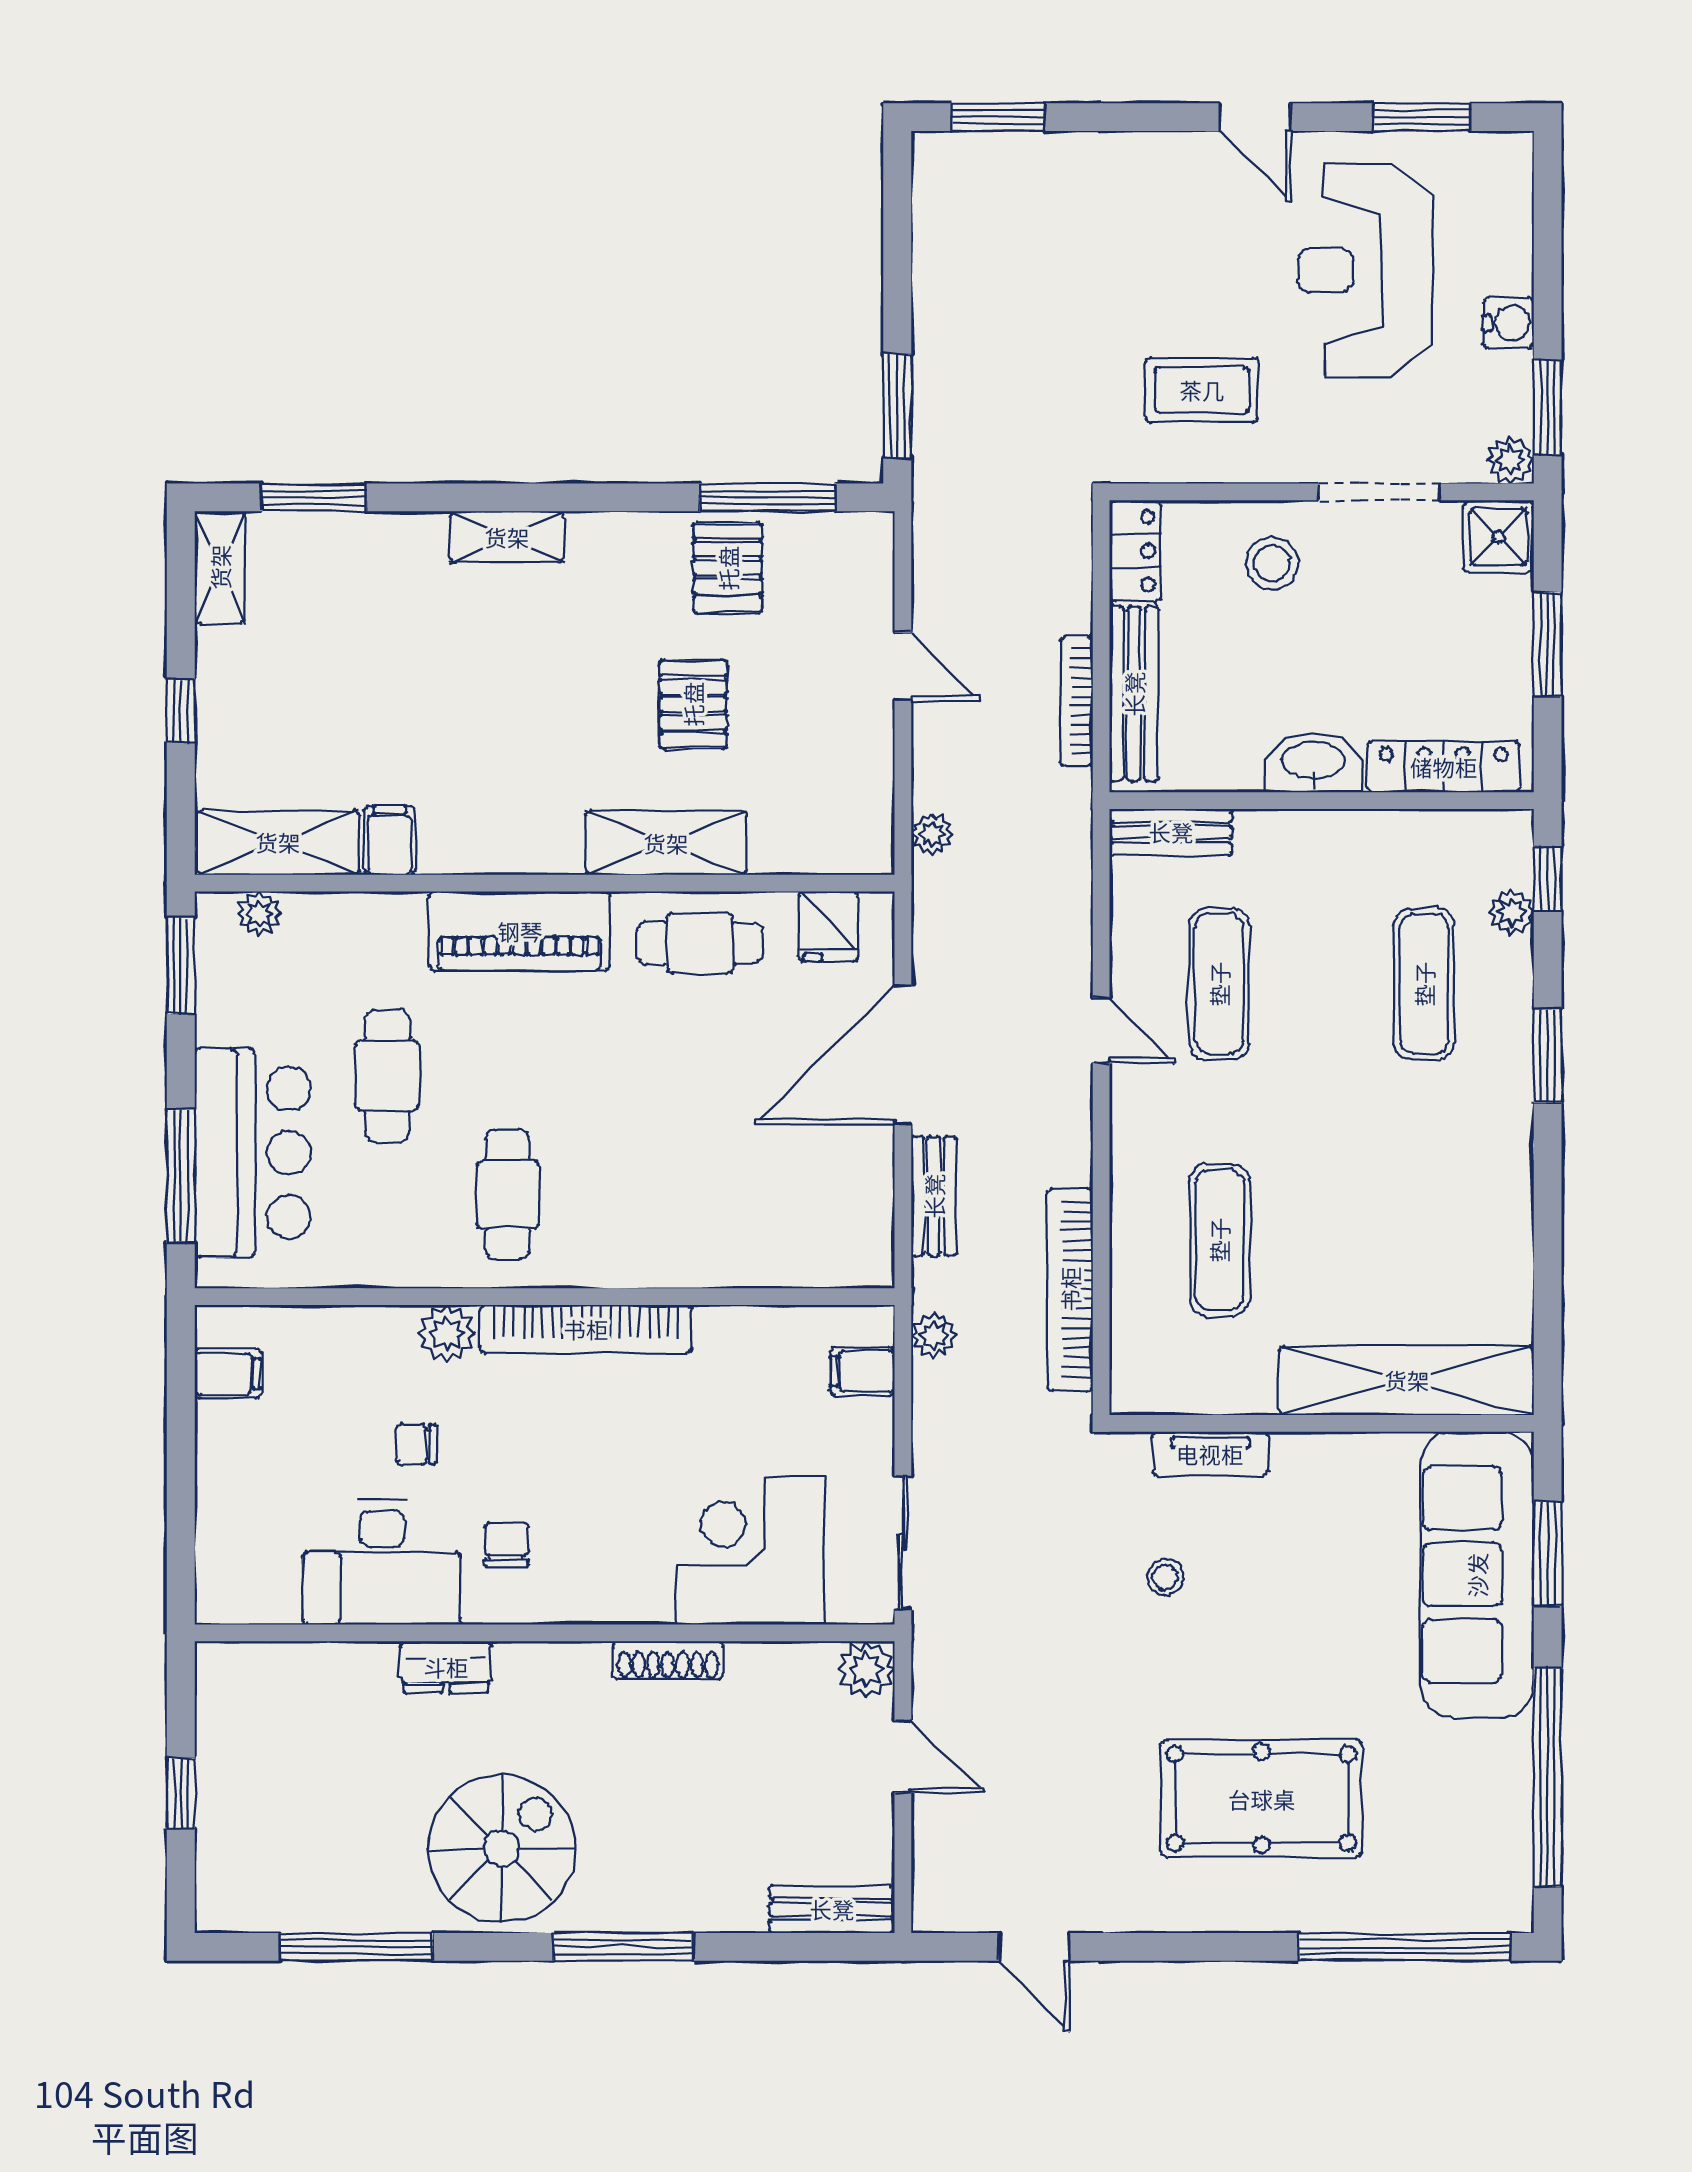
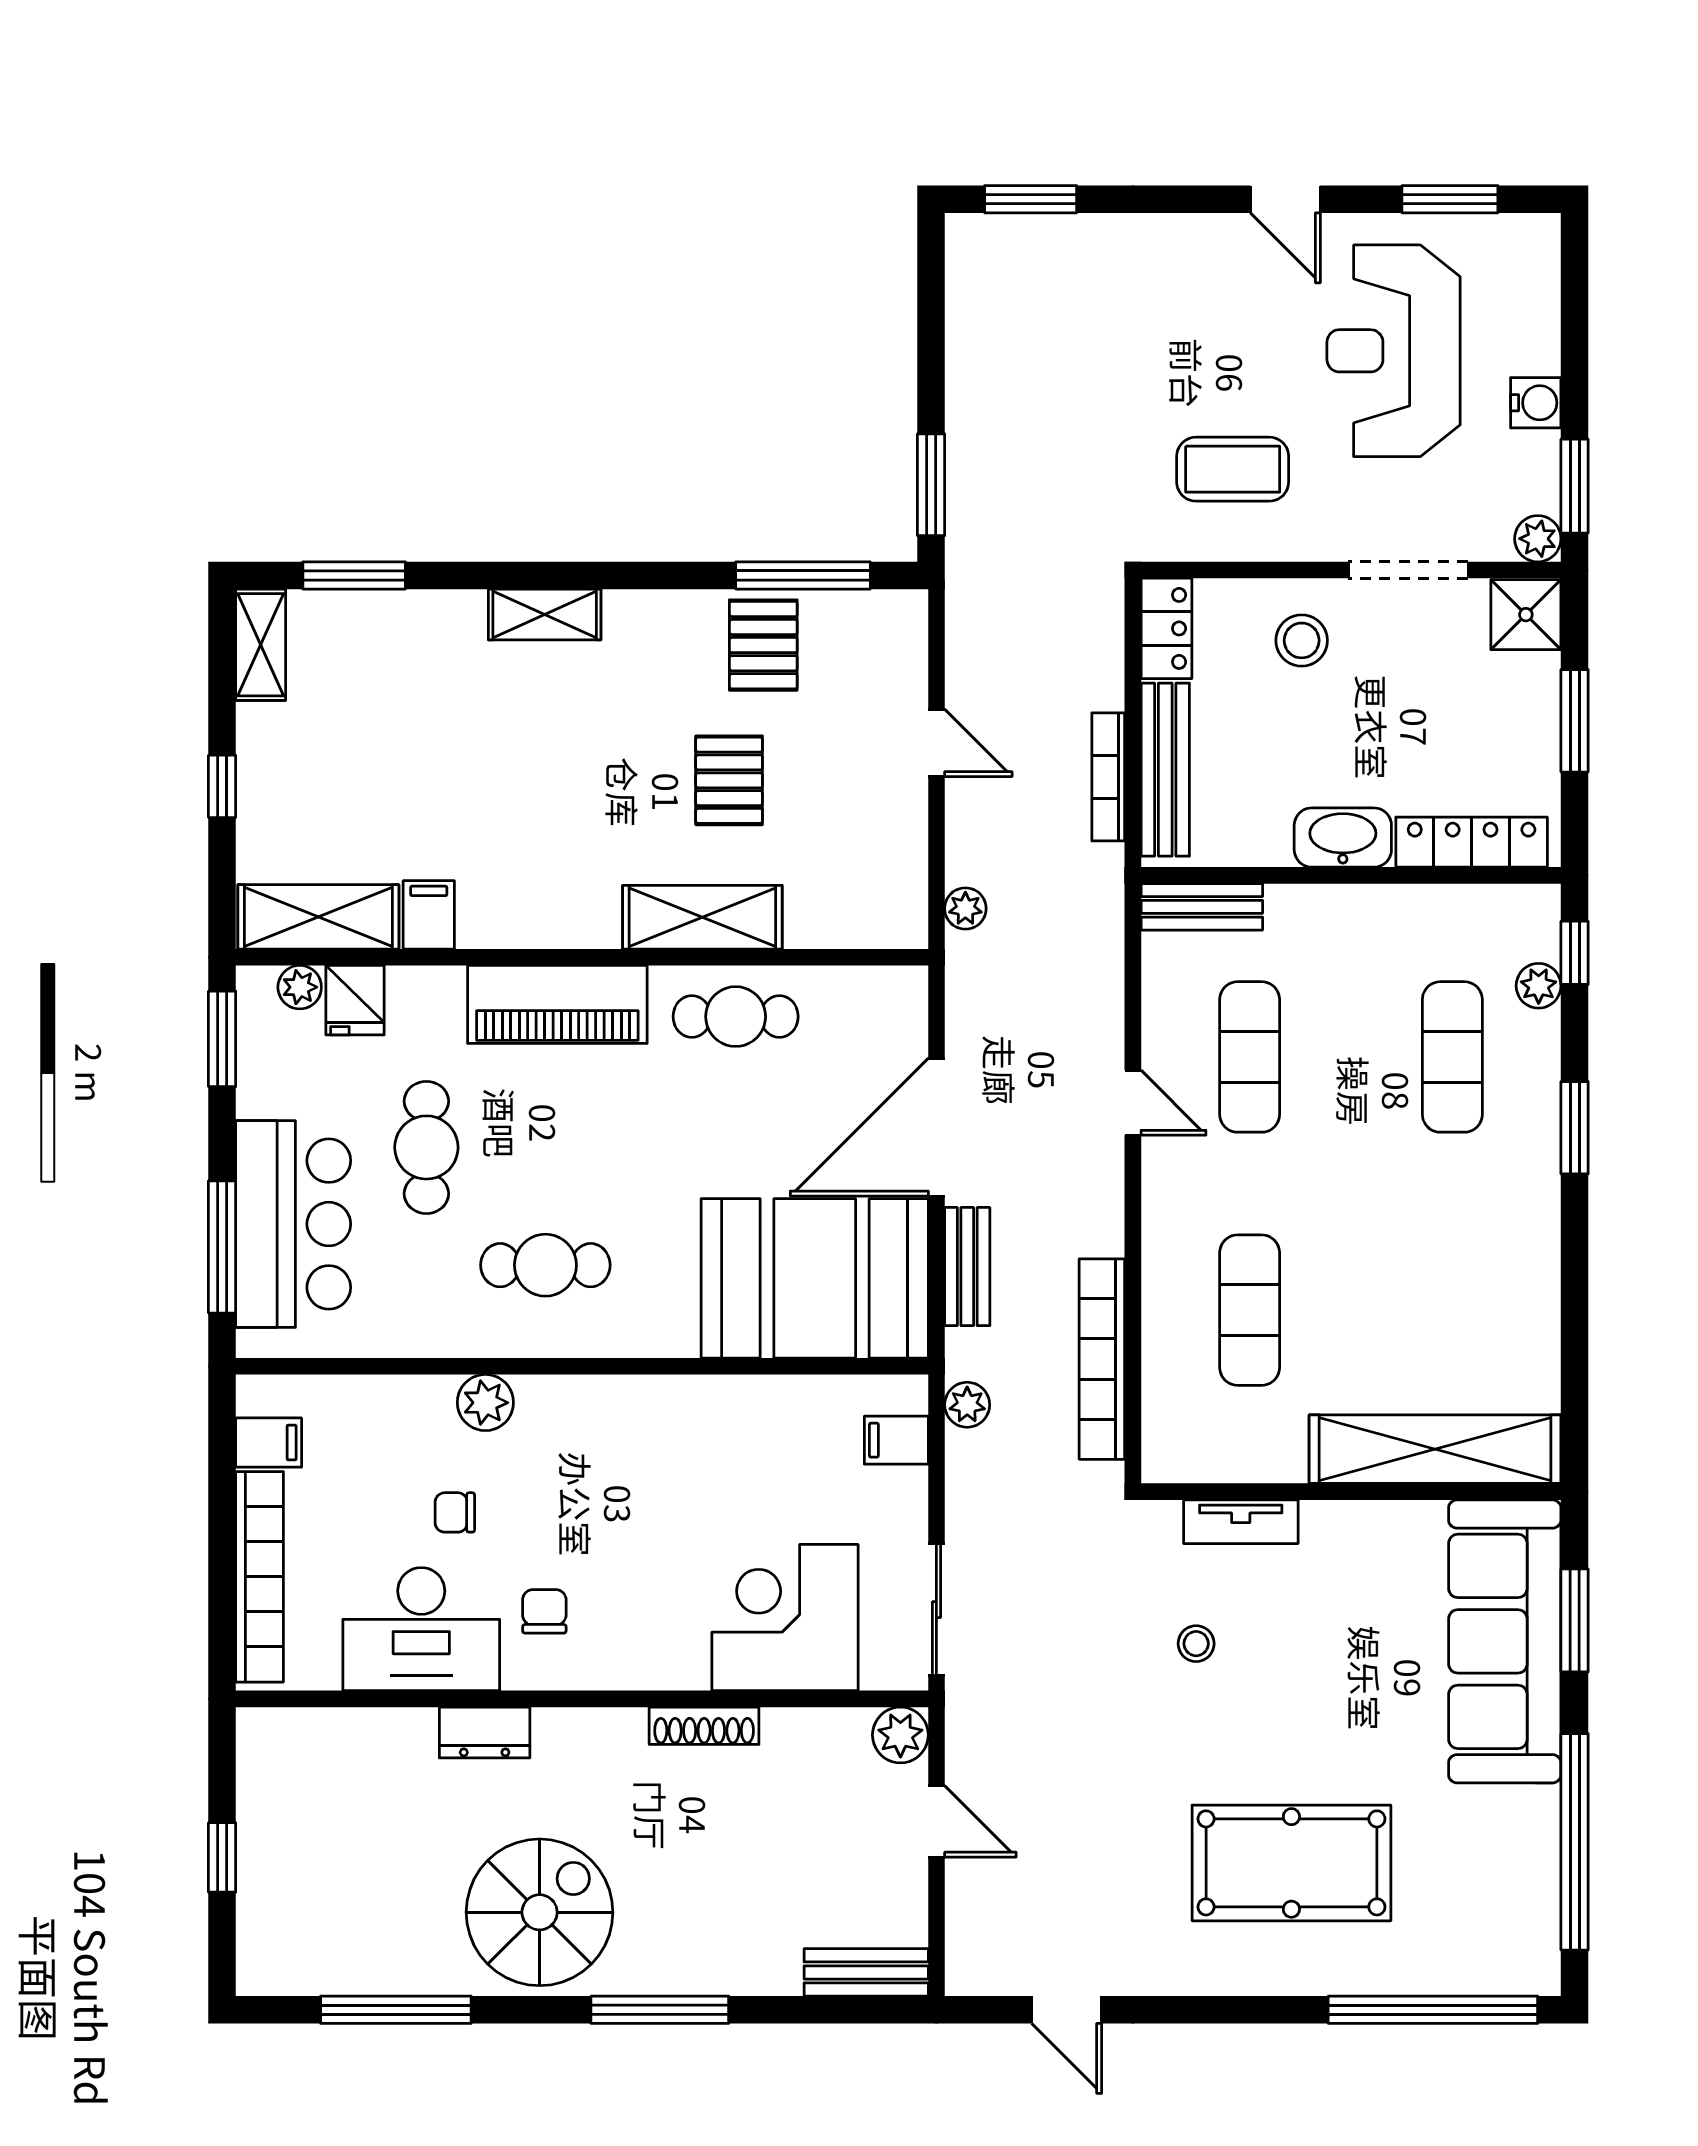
fridge: (828, 927) -> (355, 1000), moved
cafe table: (508, 1194) -> (545, 1265), turned 90
booth: (780, 1208) -> (815, 1278), added
bookcase: (586, 1329) -> (260, 1577), moved, turned -90

